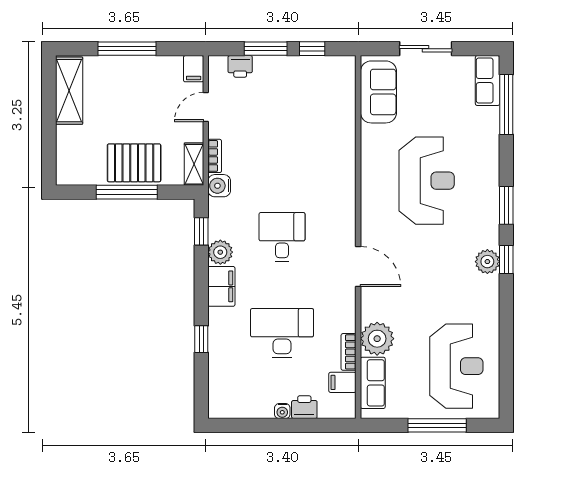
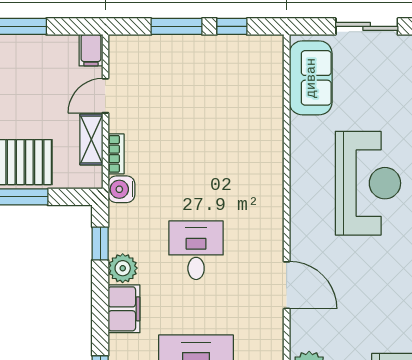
printer: (240, 66) -> (146, 47), removed
shelving: (194, 164) -> (91, 140), moved

